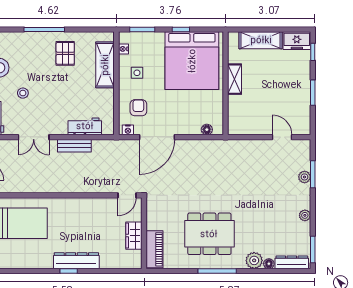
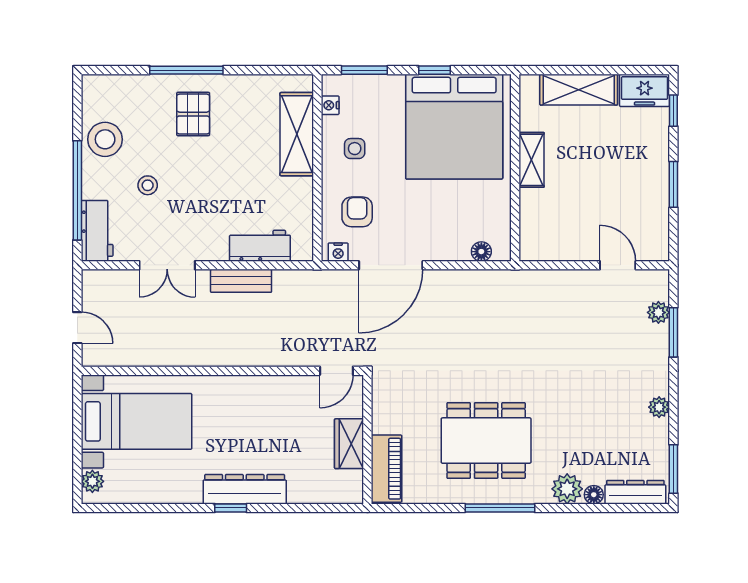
pallet: (65, 53) -> (193, 114), moved
plant: (304, 177) -> (658, 312), moved

